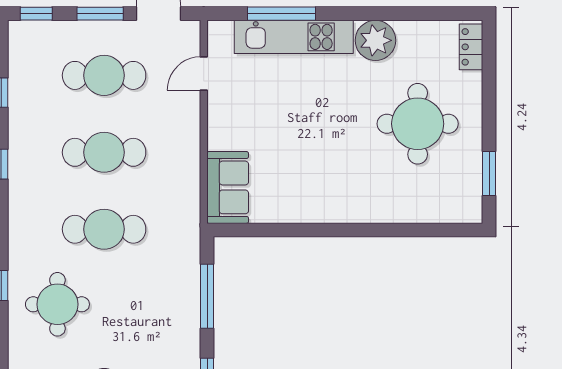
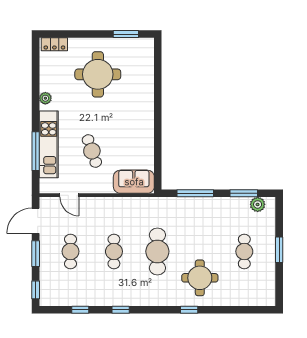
plant: (375, 40) -> (45, 98), width x0.53, depth x0.53
cafe table: (104, 75) -> (71, 251), width x0.73, depth x0.74
cafe table: (282, 113) -> (92, 151), added
cafe table: (104, 152) -> (114, 251), width x0.73, depth x0.74

